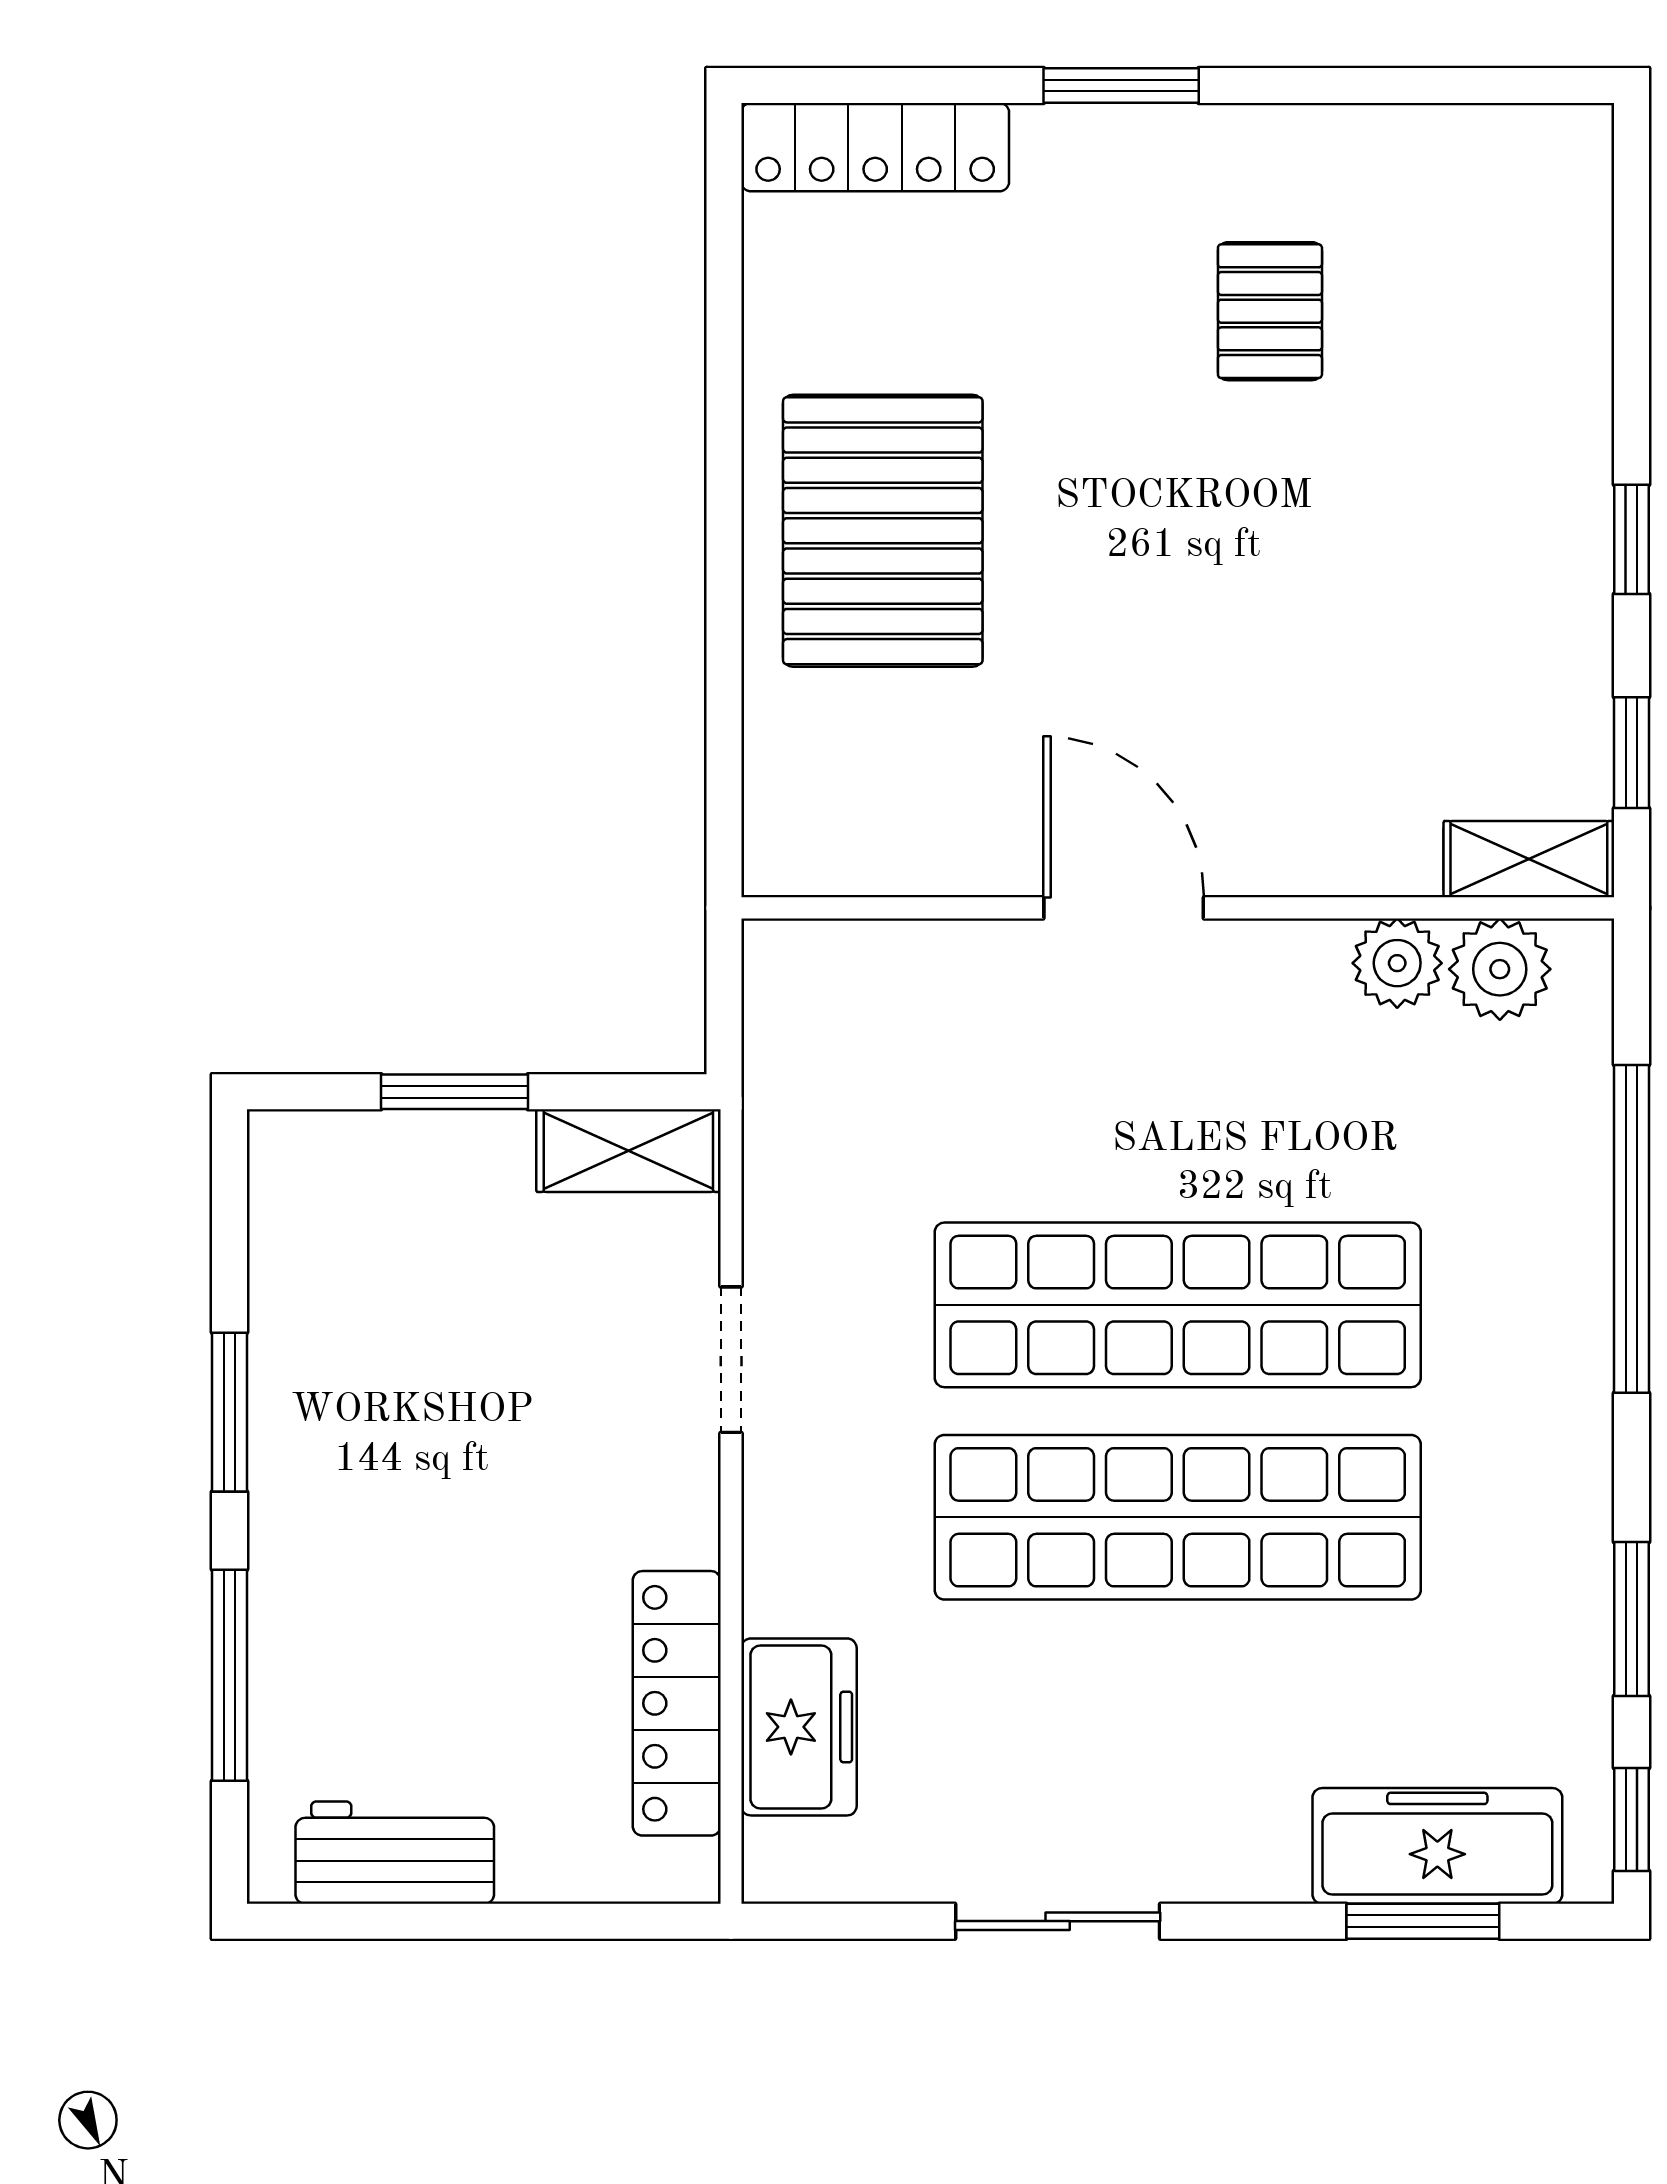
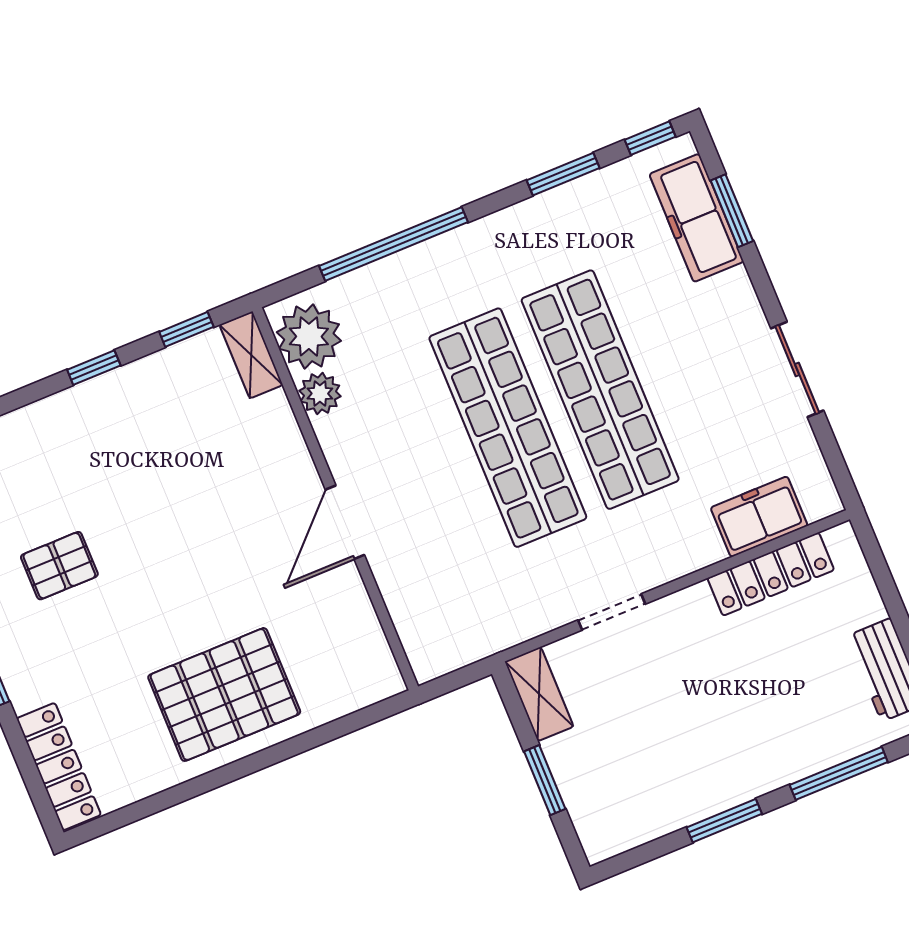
plant: (1500, 969) -> (309, 336), width x1.36, depth x1.36

